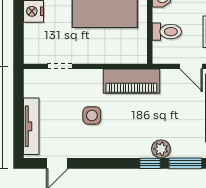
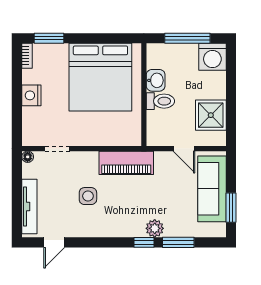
toilet: (167, 32) -> (160, 101), moved
floor lamp: (30, 75) -> (28, 157), added

